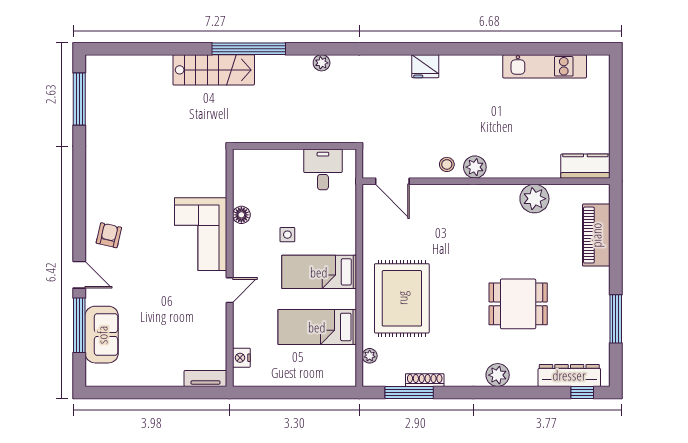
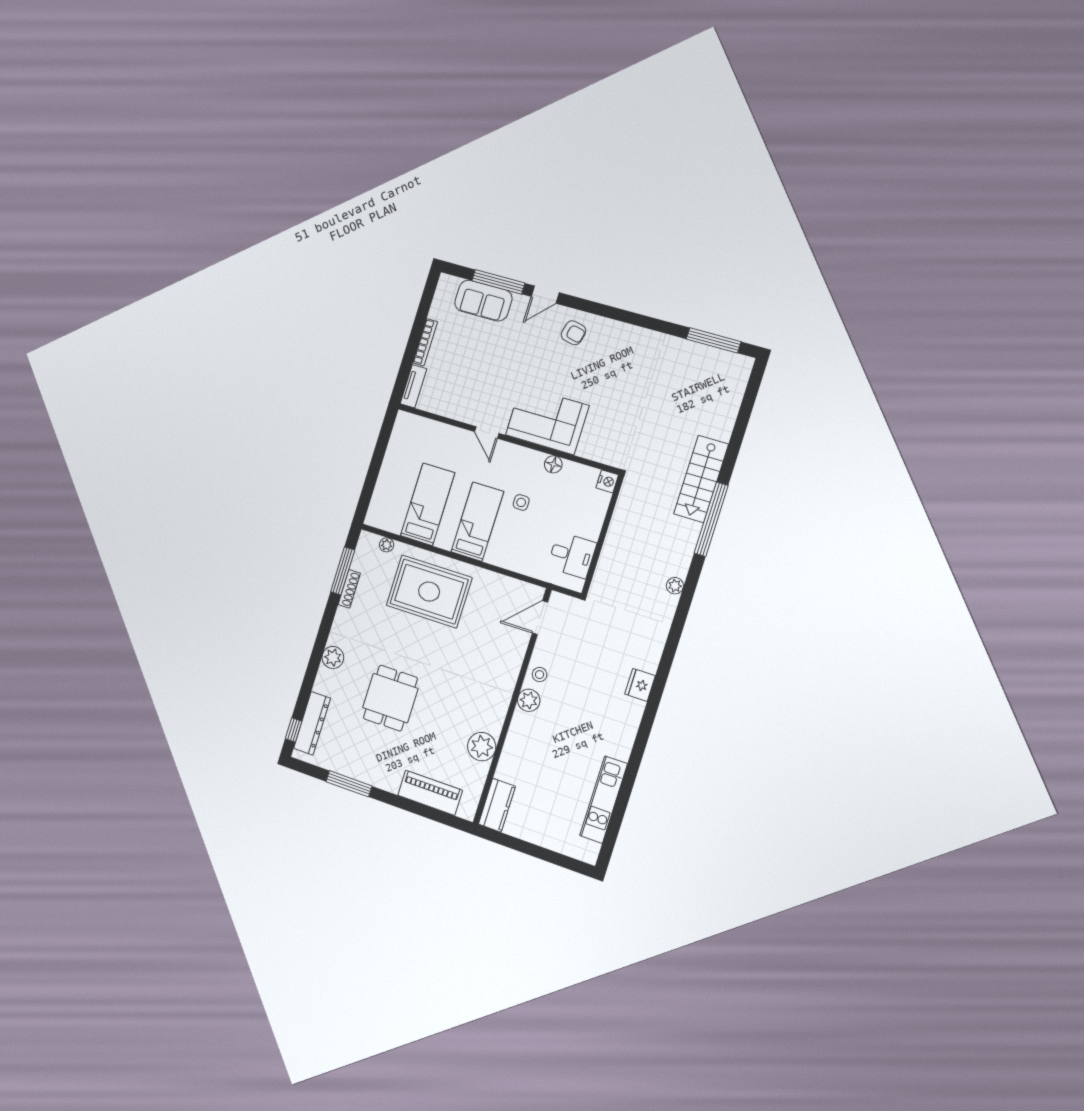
nightstand: (241, 358) -> (607, 481), moved, turned 90
bookcase: (159, 380) -> (425, 342), added

